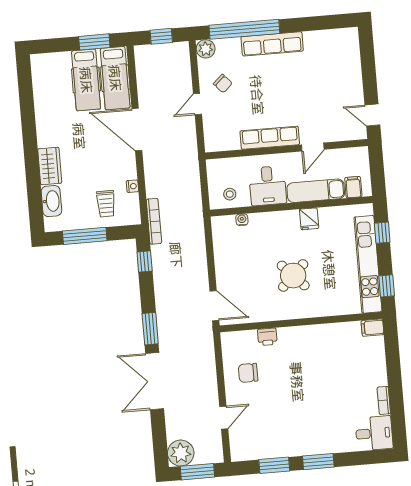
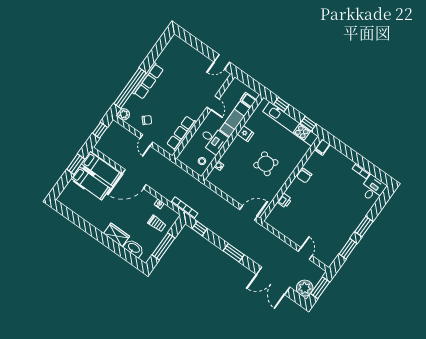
row of seats: (270, 138) -> (182, 133), moved
chair: (248, 373) -> (304, 176), moved
double door: (155, 381) -> (273, 281), moved

